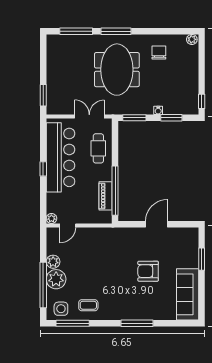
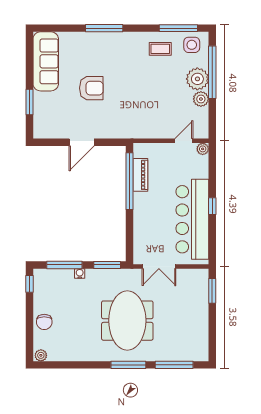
chair: (159, 52) -> (44, 322), moved
window: (171, 118) -> (64, 265), width x1.44
cafe table: (98, 148) -> (149, 230), removed

